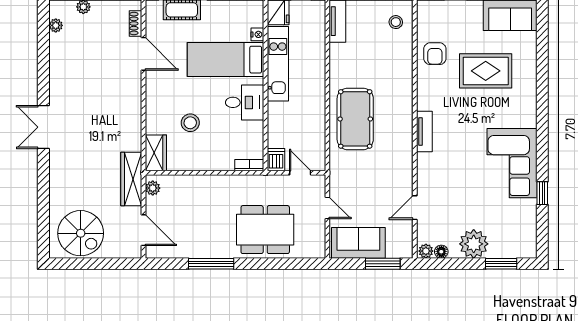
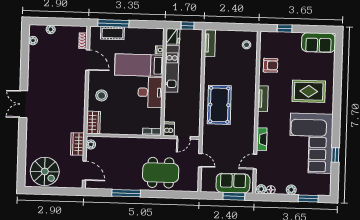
armchair: (435, 54) -> (271, 65), turned -90
rug: (486, 71) -> (309, 91), moved
desk: (245, 102) -> (150, 92), width x1.37
stool: (190, 123) -> (102, 95), moved
tv unit: (424, 132) -> (263, 99), moved
corner sofa: (512, 163) -> (311, 143), width x1.36, depth x1.36
fireplace: (424, 172) -> (262, 139), added
door: (300, 173) -> (184, 138), swing flipped
wardrobe: (131, 179) -> (77, 144), width x0.67
sofa: (358, 243) -> (233, 183), moved
plant: (474, 244) -> (291, 190), width x0.53, depth x0.53

